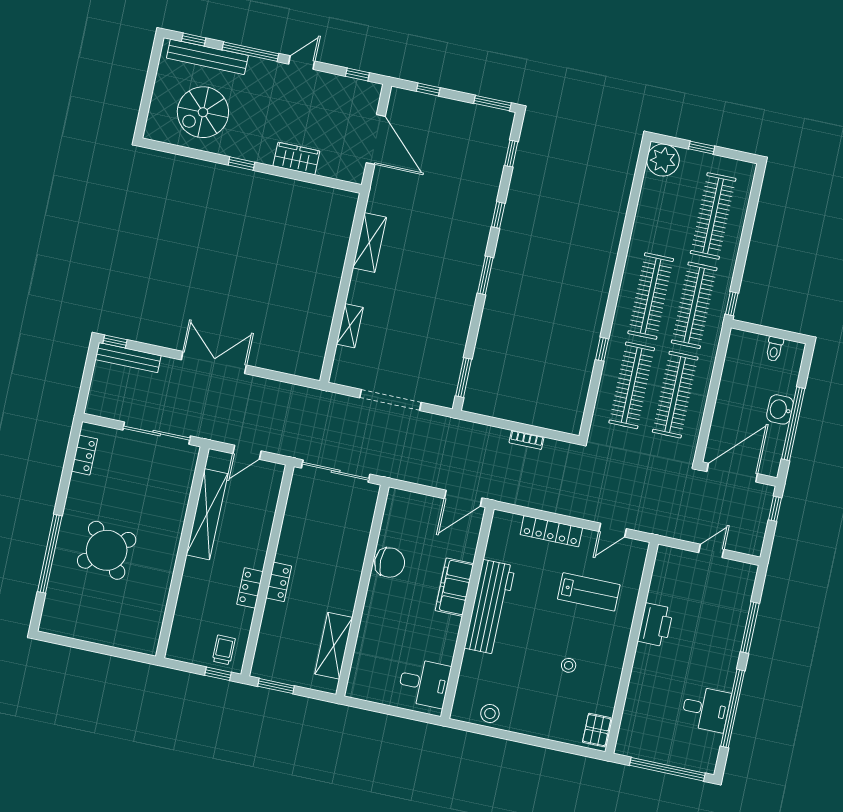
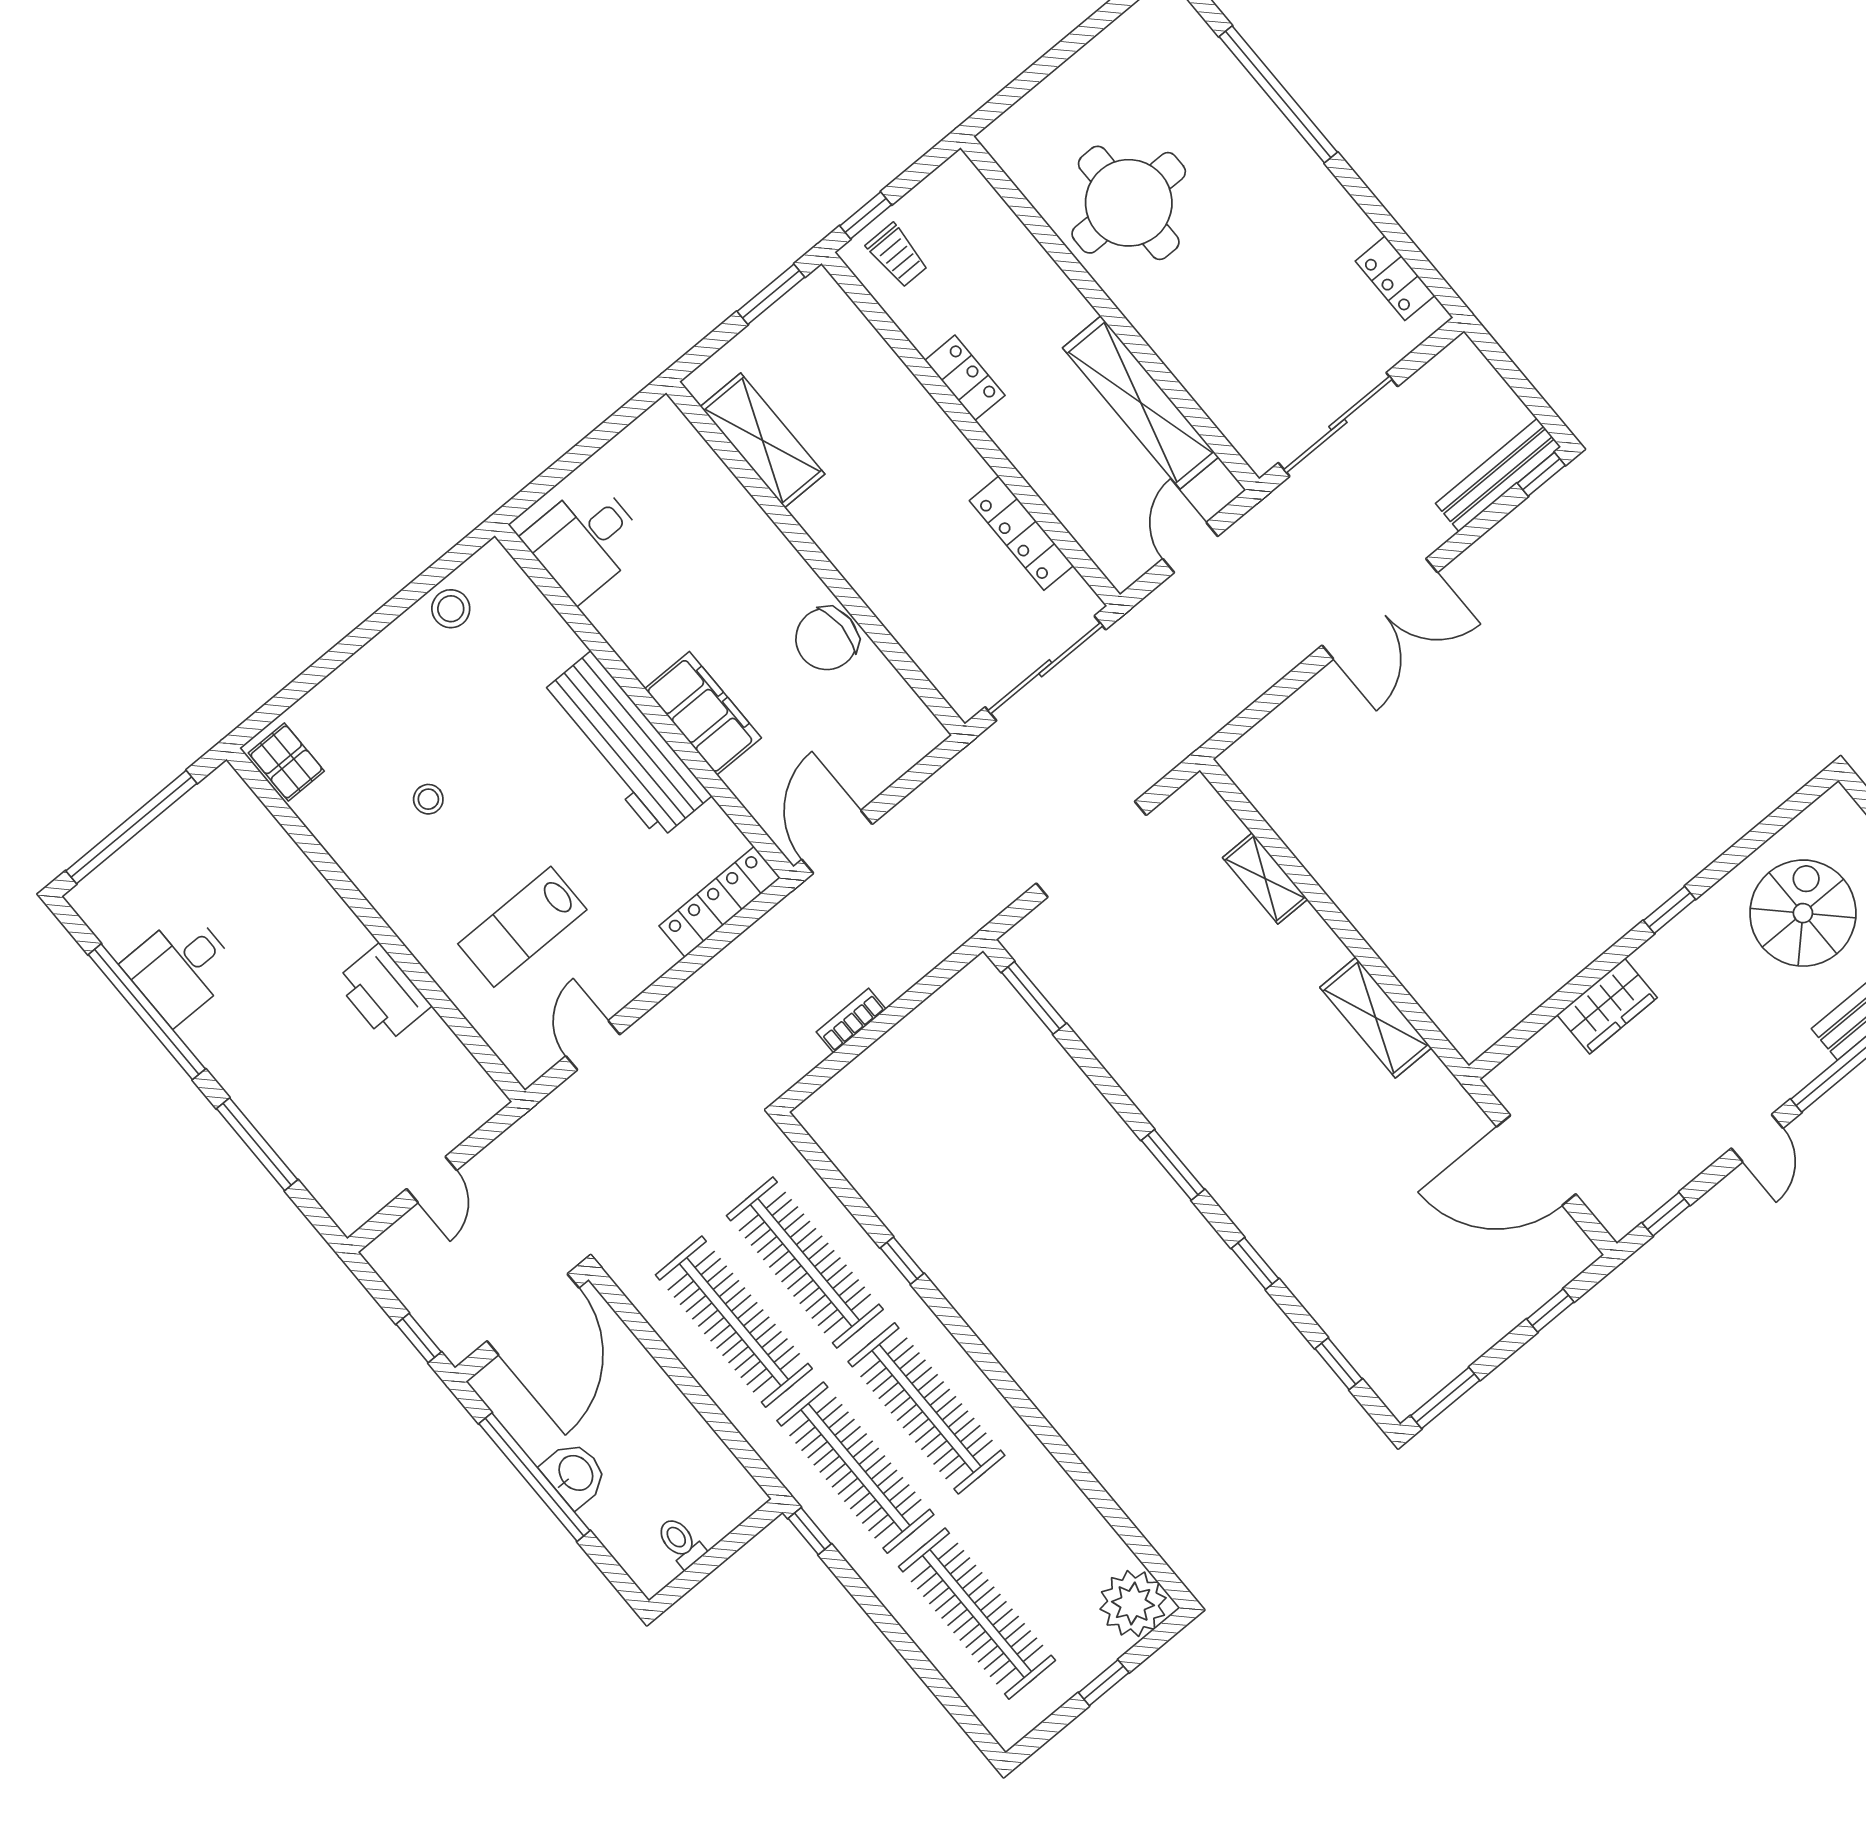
locker: (551, 531) -> (720, 902), moved
round table: (107, 550) -> (1129, 203), moved, turned 38
locker: (279, 582) -> (1021, 533), moved, width x1.53

